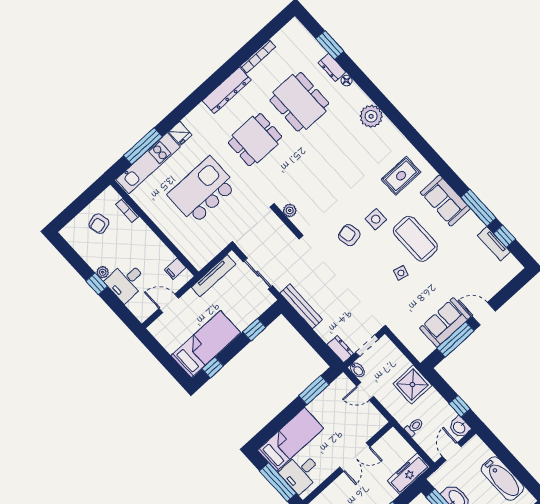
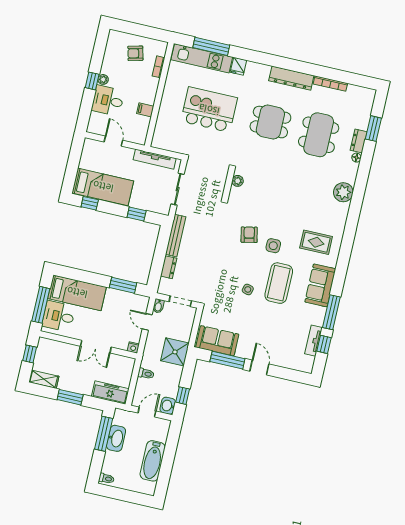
filing cabinet: (175, 269) -> (145, 110), moved
sofa: (445, 322) -> (217, 341), moved
dresser: (340, 349) -> (169, 267), moved
nightstand: (380, 422) -> (133, 347), added

